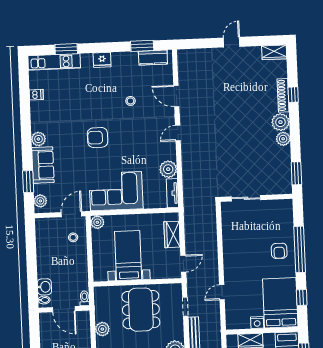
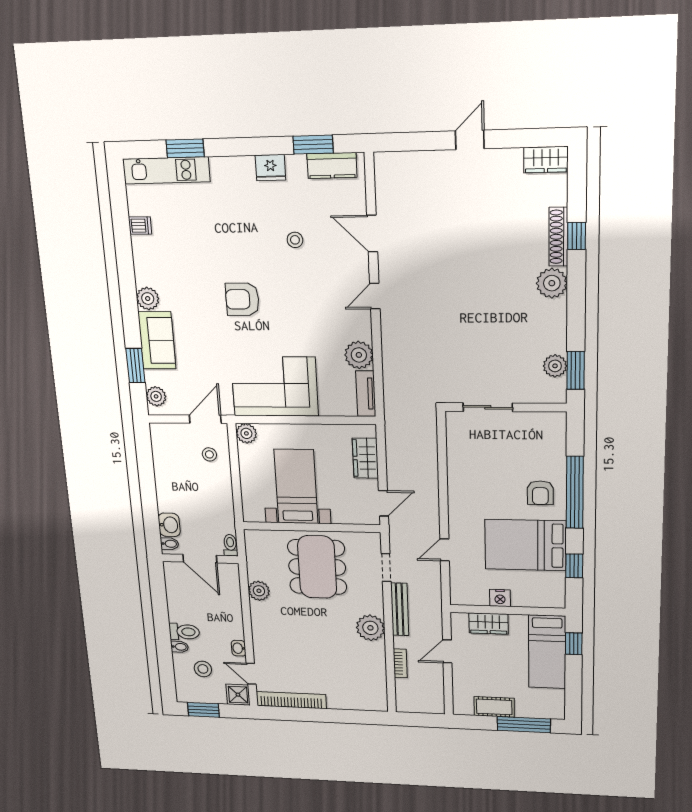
fridge: (102, 60) -> (270, 168), moved
plant: (283, 139) -> (555, 366), moved
bed: (280, 303) -> (525, 545), moved, turned -90

